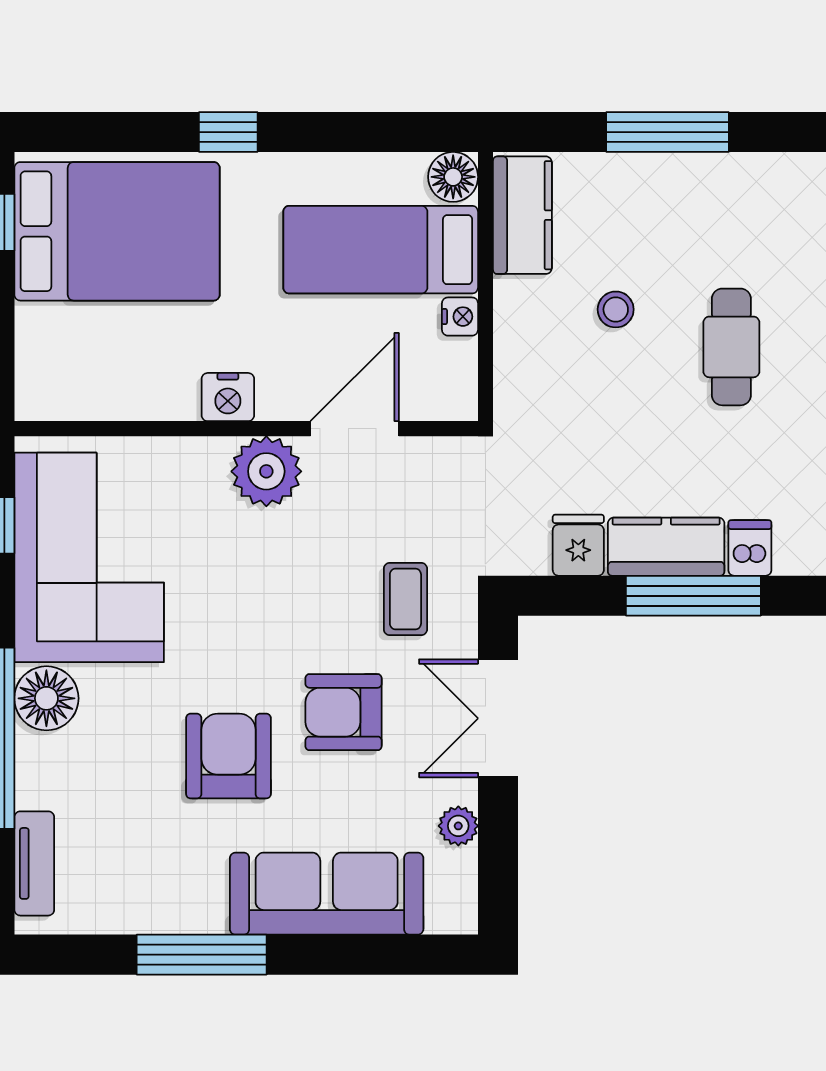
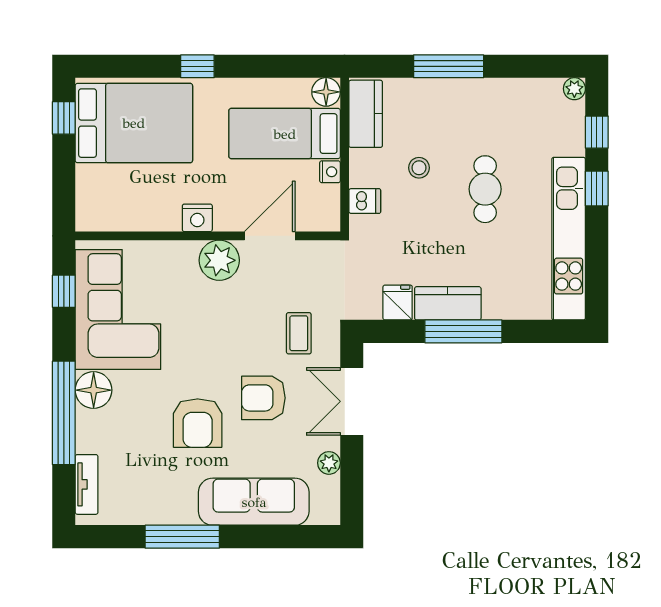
dishwasher: (750, 548) -> (365, 201), moved, turned 90
armchair: (228, 756) -> (198, 423), turned 180

